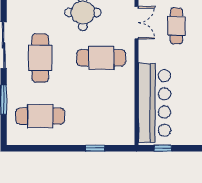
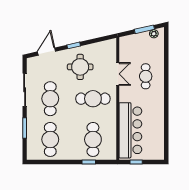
cafe table: (40, 116) -> (50, 139), turned 90
cafe table: (101, 116) -> (93, 139), added

